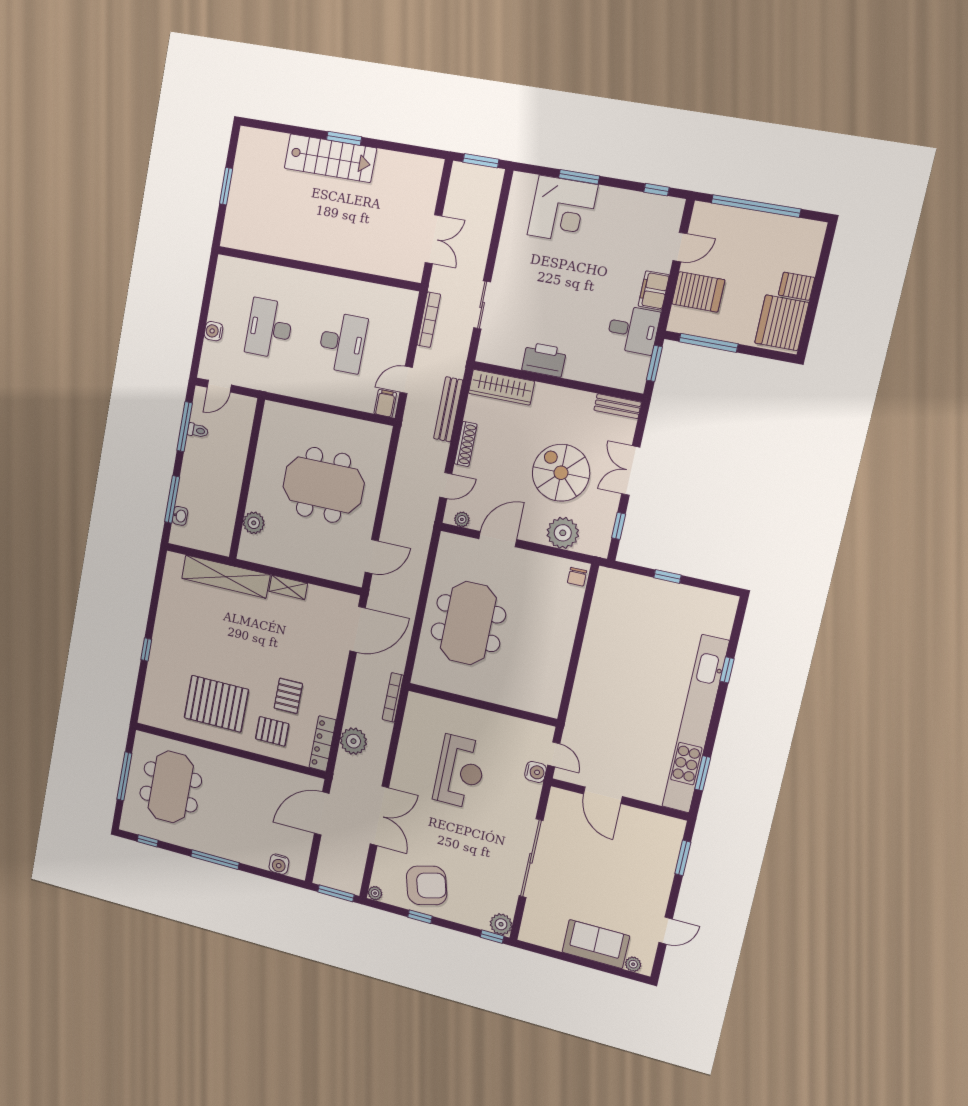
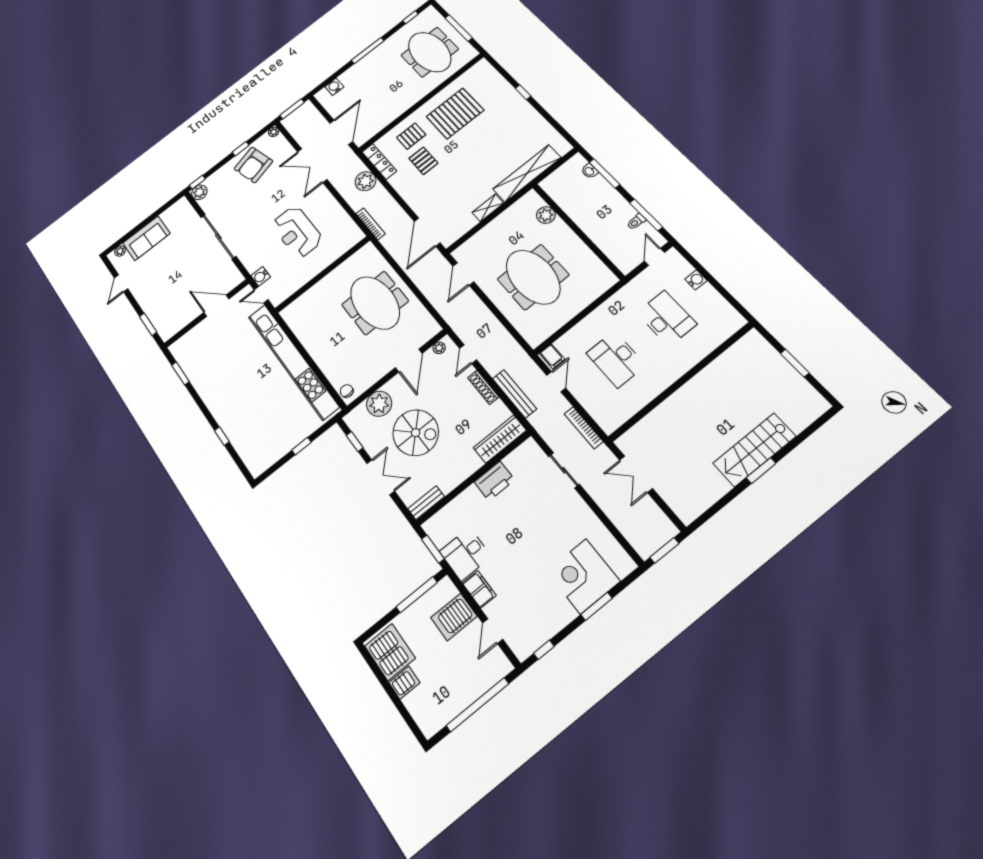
meeting table: (323, 485) -> (533, 277), turned 90
kitchen unit: (695, 724) -> (293, 361), moved, turned 180

